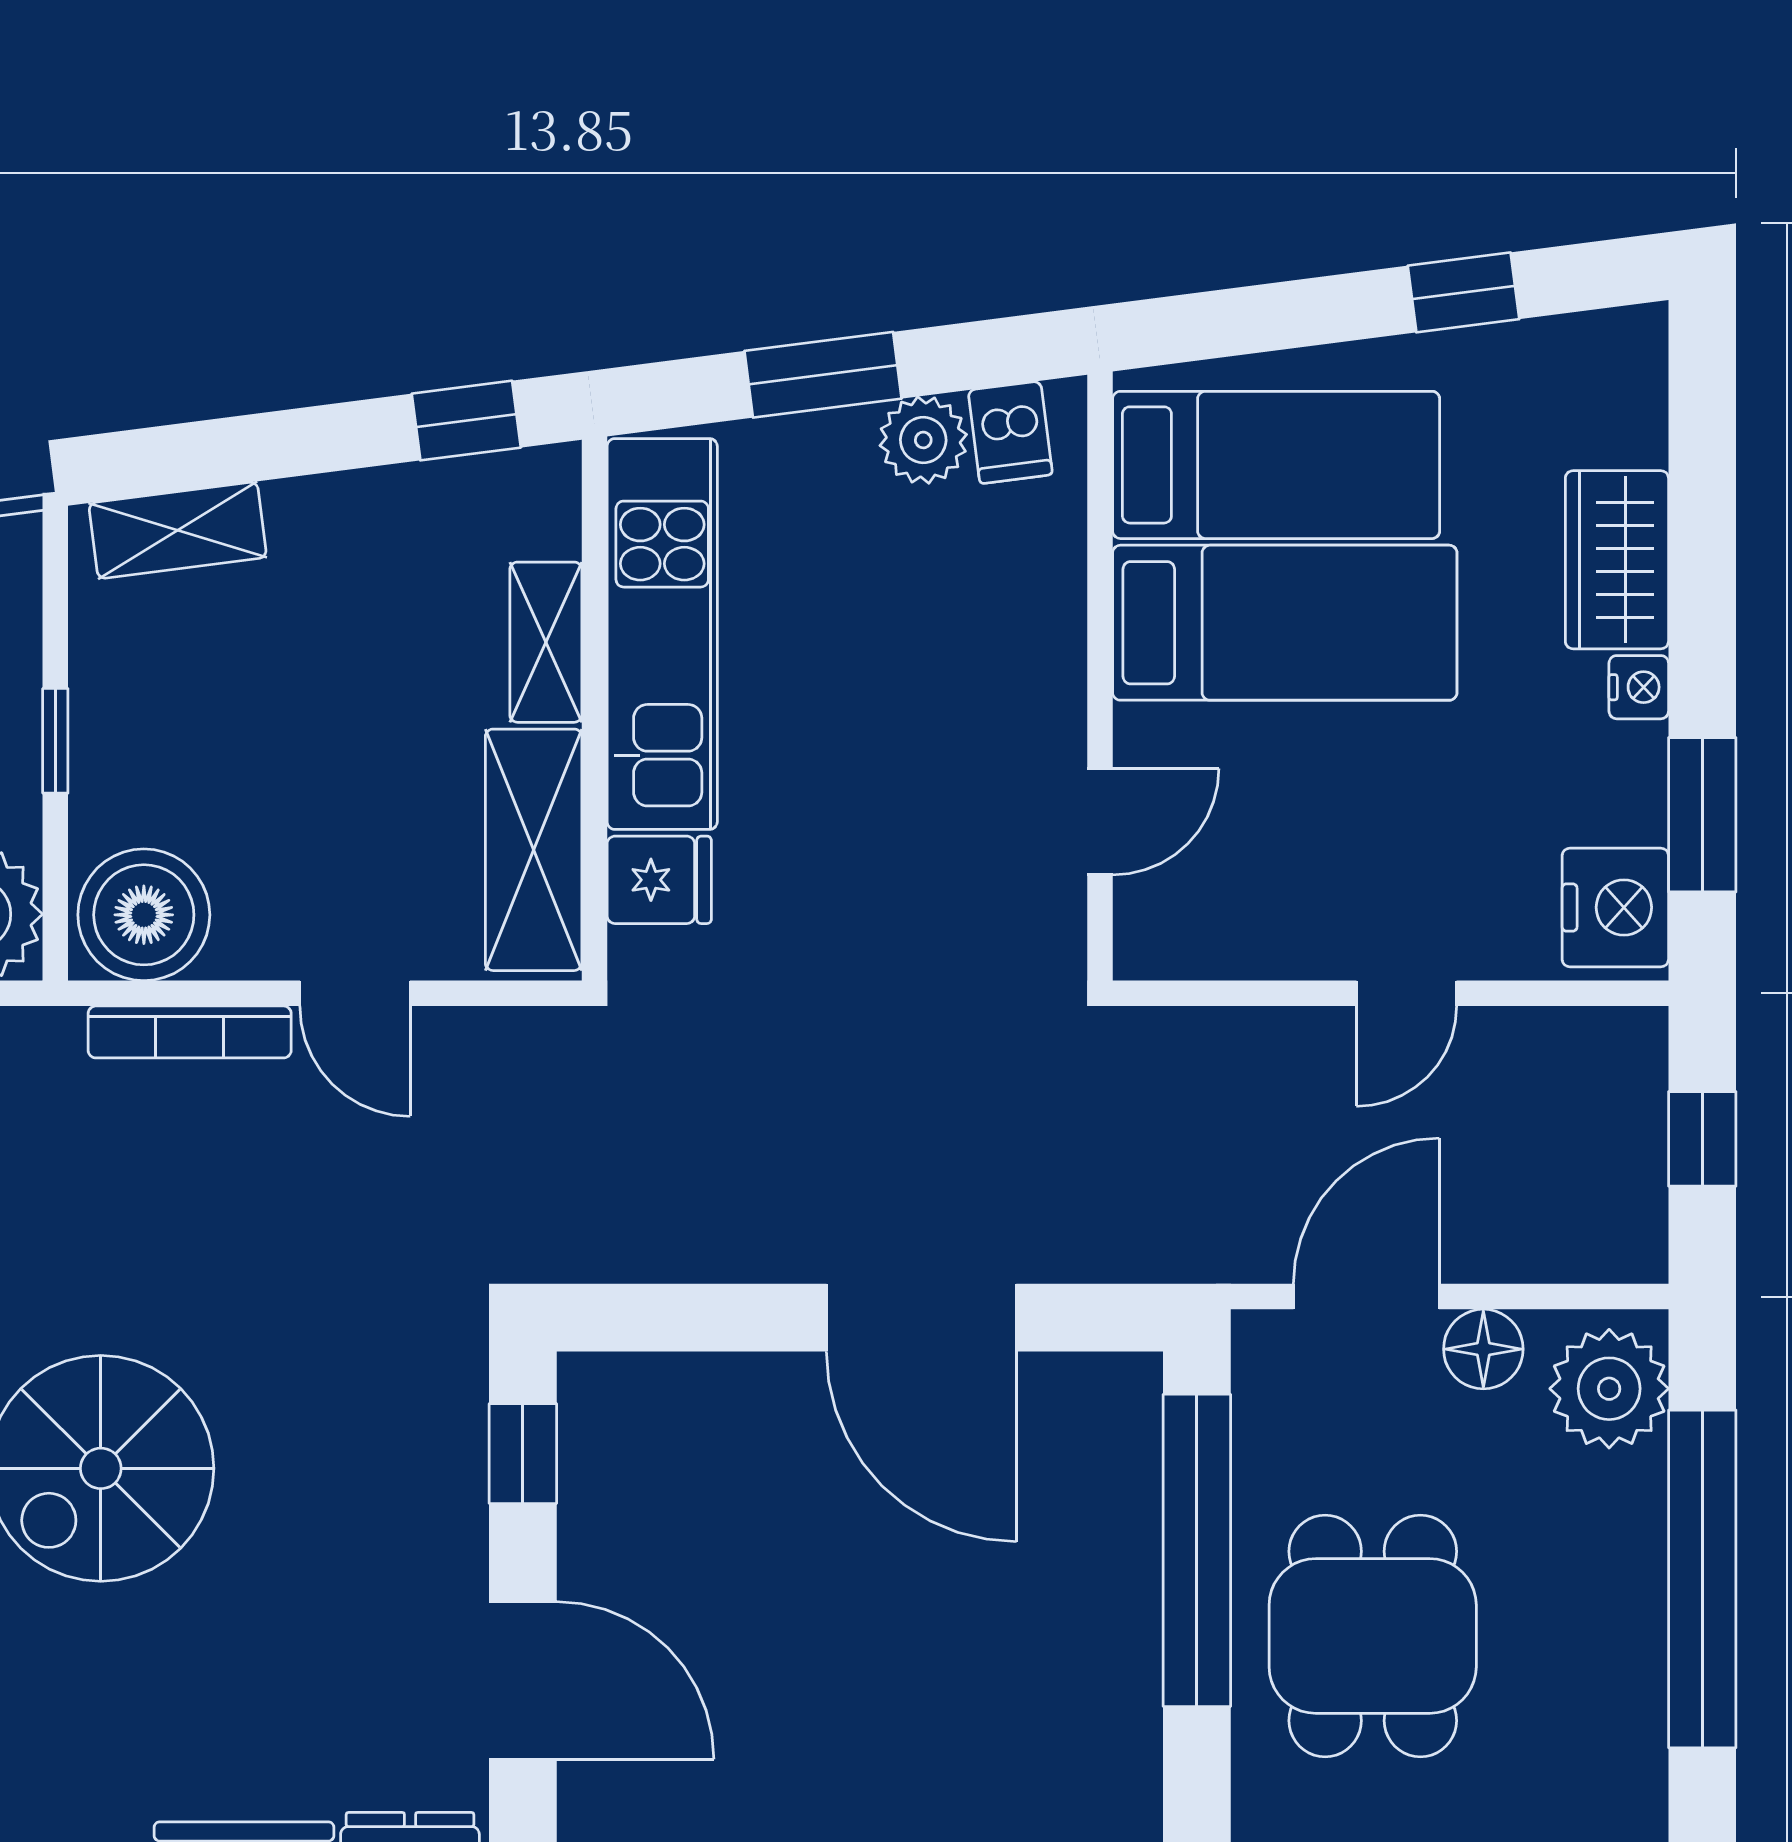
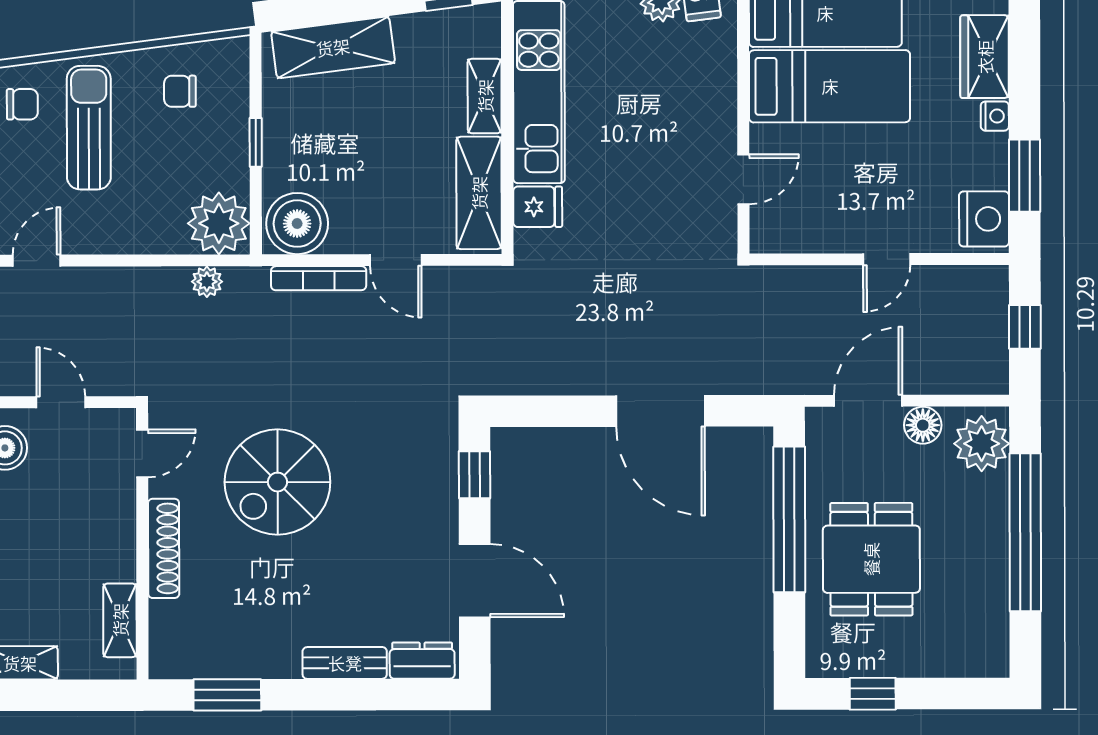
shelving: (178, 530) -> (333, 47), width x1.50, depth x1.33

